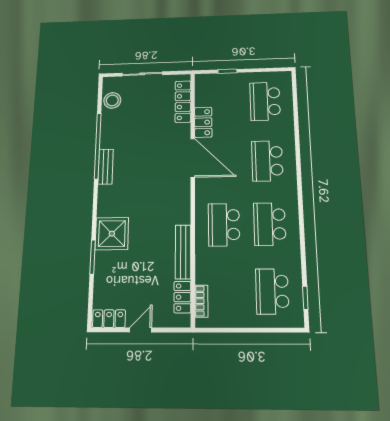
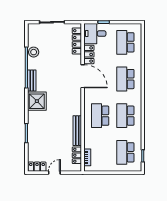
desk: (213, 89) -> (95, 34), added
stool: (112, 100) -> (34, 52), moved
shower: (112, 234) -> (37, 101), moved

